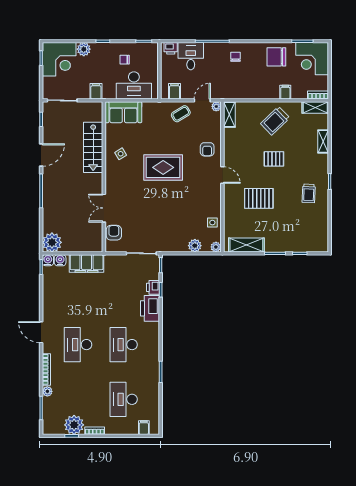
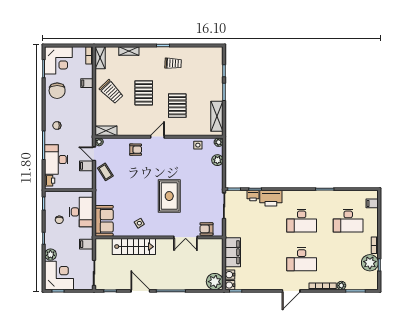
desk: (191, 56) -> (56, 160), width x1.37
filing cabinet: (174, 91) -> (86, 166), moved
pallet: (274, 159) -> (144, 93), width x1.50, depth x1.42
rug: (163, 167) -> (169, 196), moved

